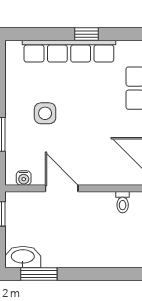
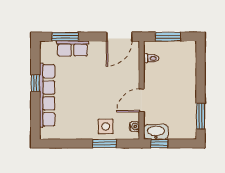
side table: (45, 113) -> (106, 127), moved
washbasin: (23, 257) -> (156, 132), moved, turned 90

